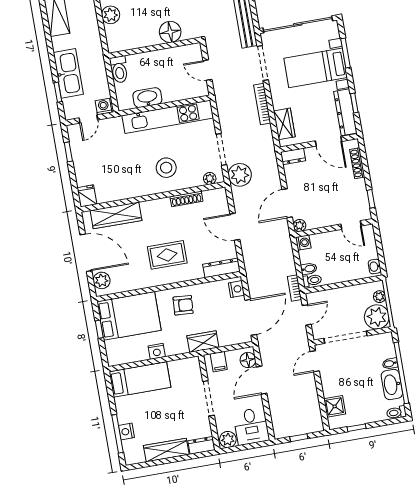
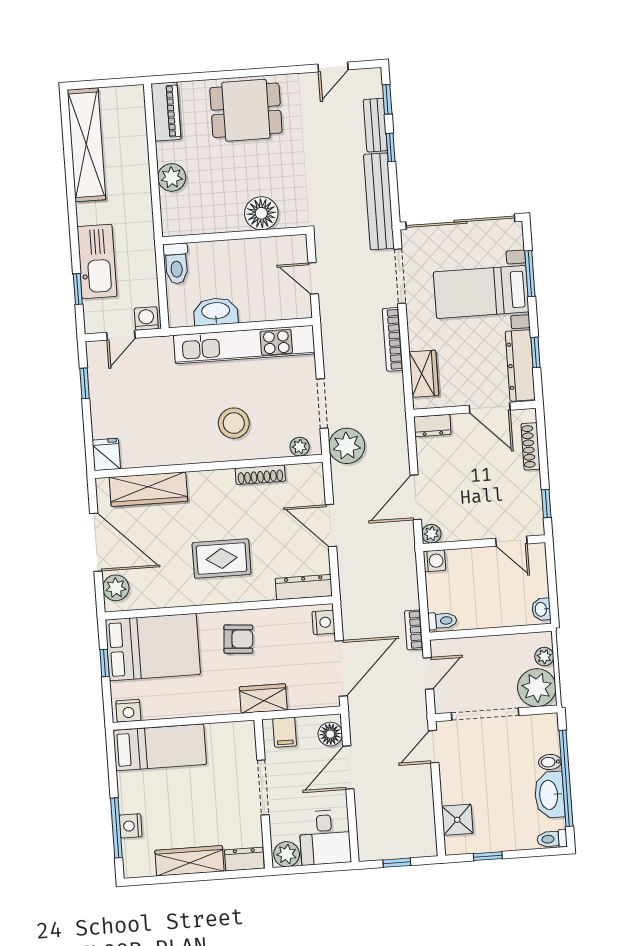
bidet: (309, 269) -> (439, 602), removed
nightstand: (157, 351) -> (128, 711), moved

